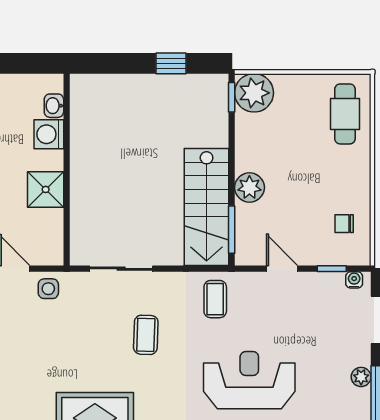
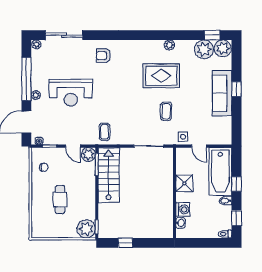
cafe table: (345, 114) -> (60, 200), moved
plant: (249, 187) -> (88, 155), moved
coffee table: (146, 335) -> (166, 111), moved
reception desk: (249, 380) -> (71, 93), moved

